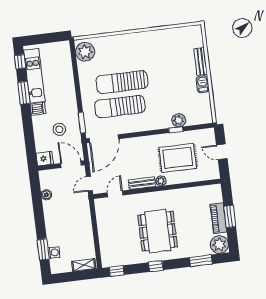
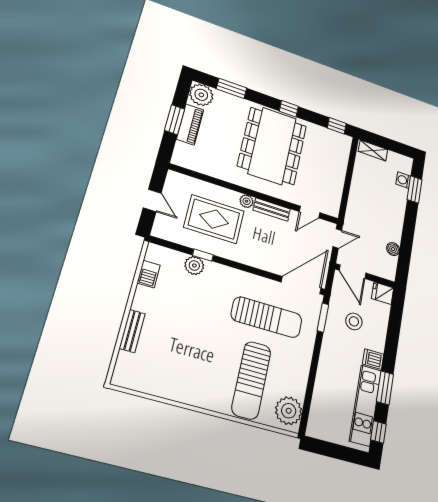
sun lounger: (122, 82) -> (251, 380), moved, turned 90
barbecue: (203, 84) -> (149, 274), moved
dining table: (158, 231) -> (272, 146), width x1.36, depth x1.24

